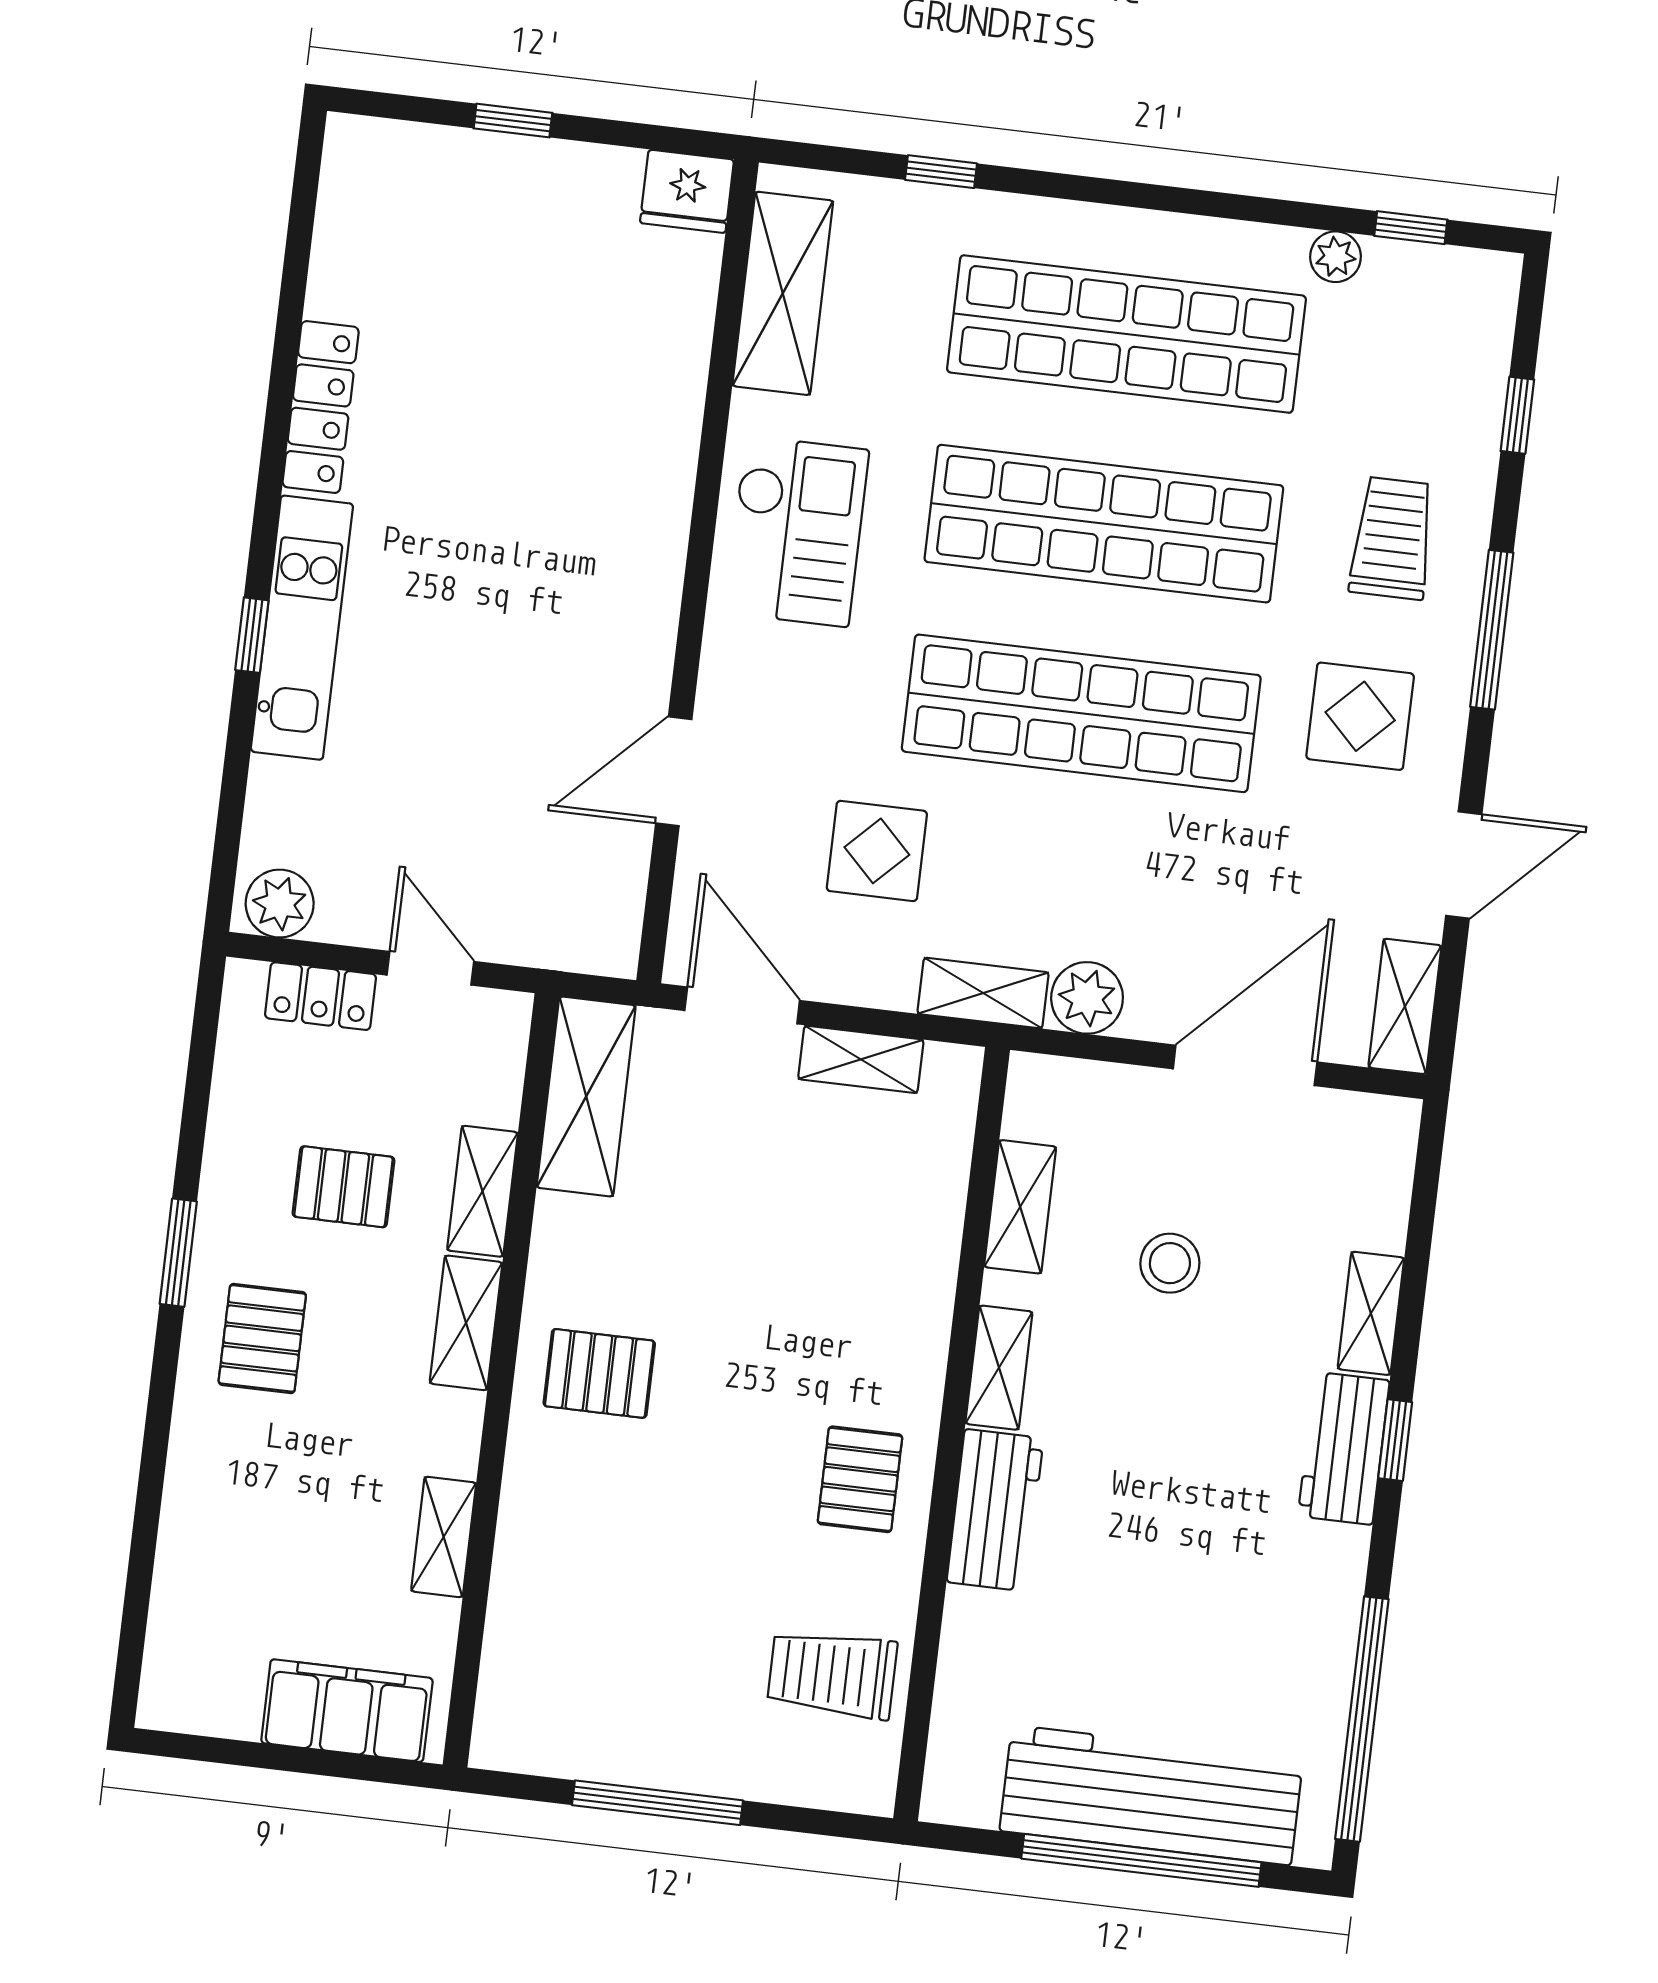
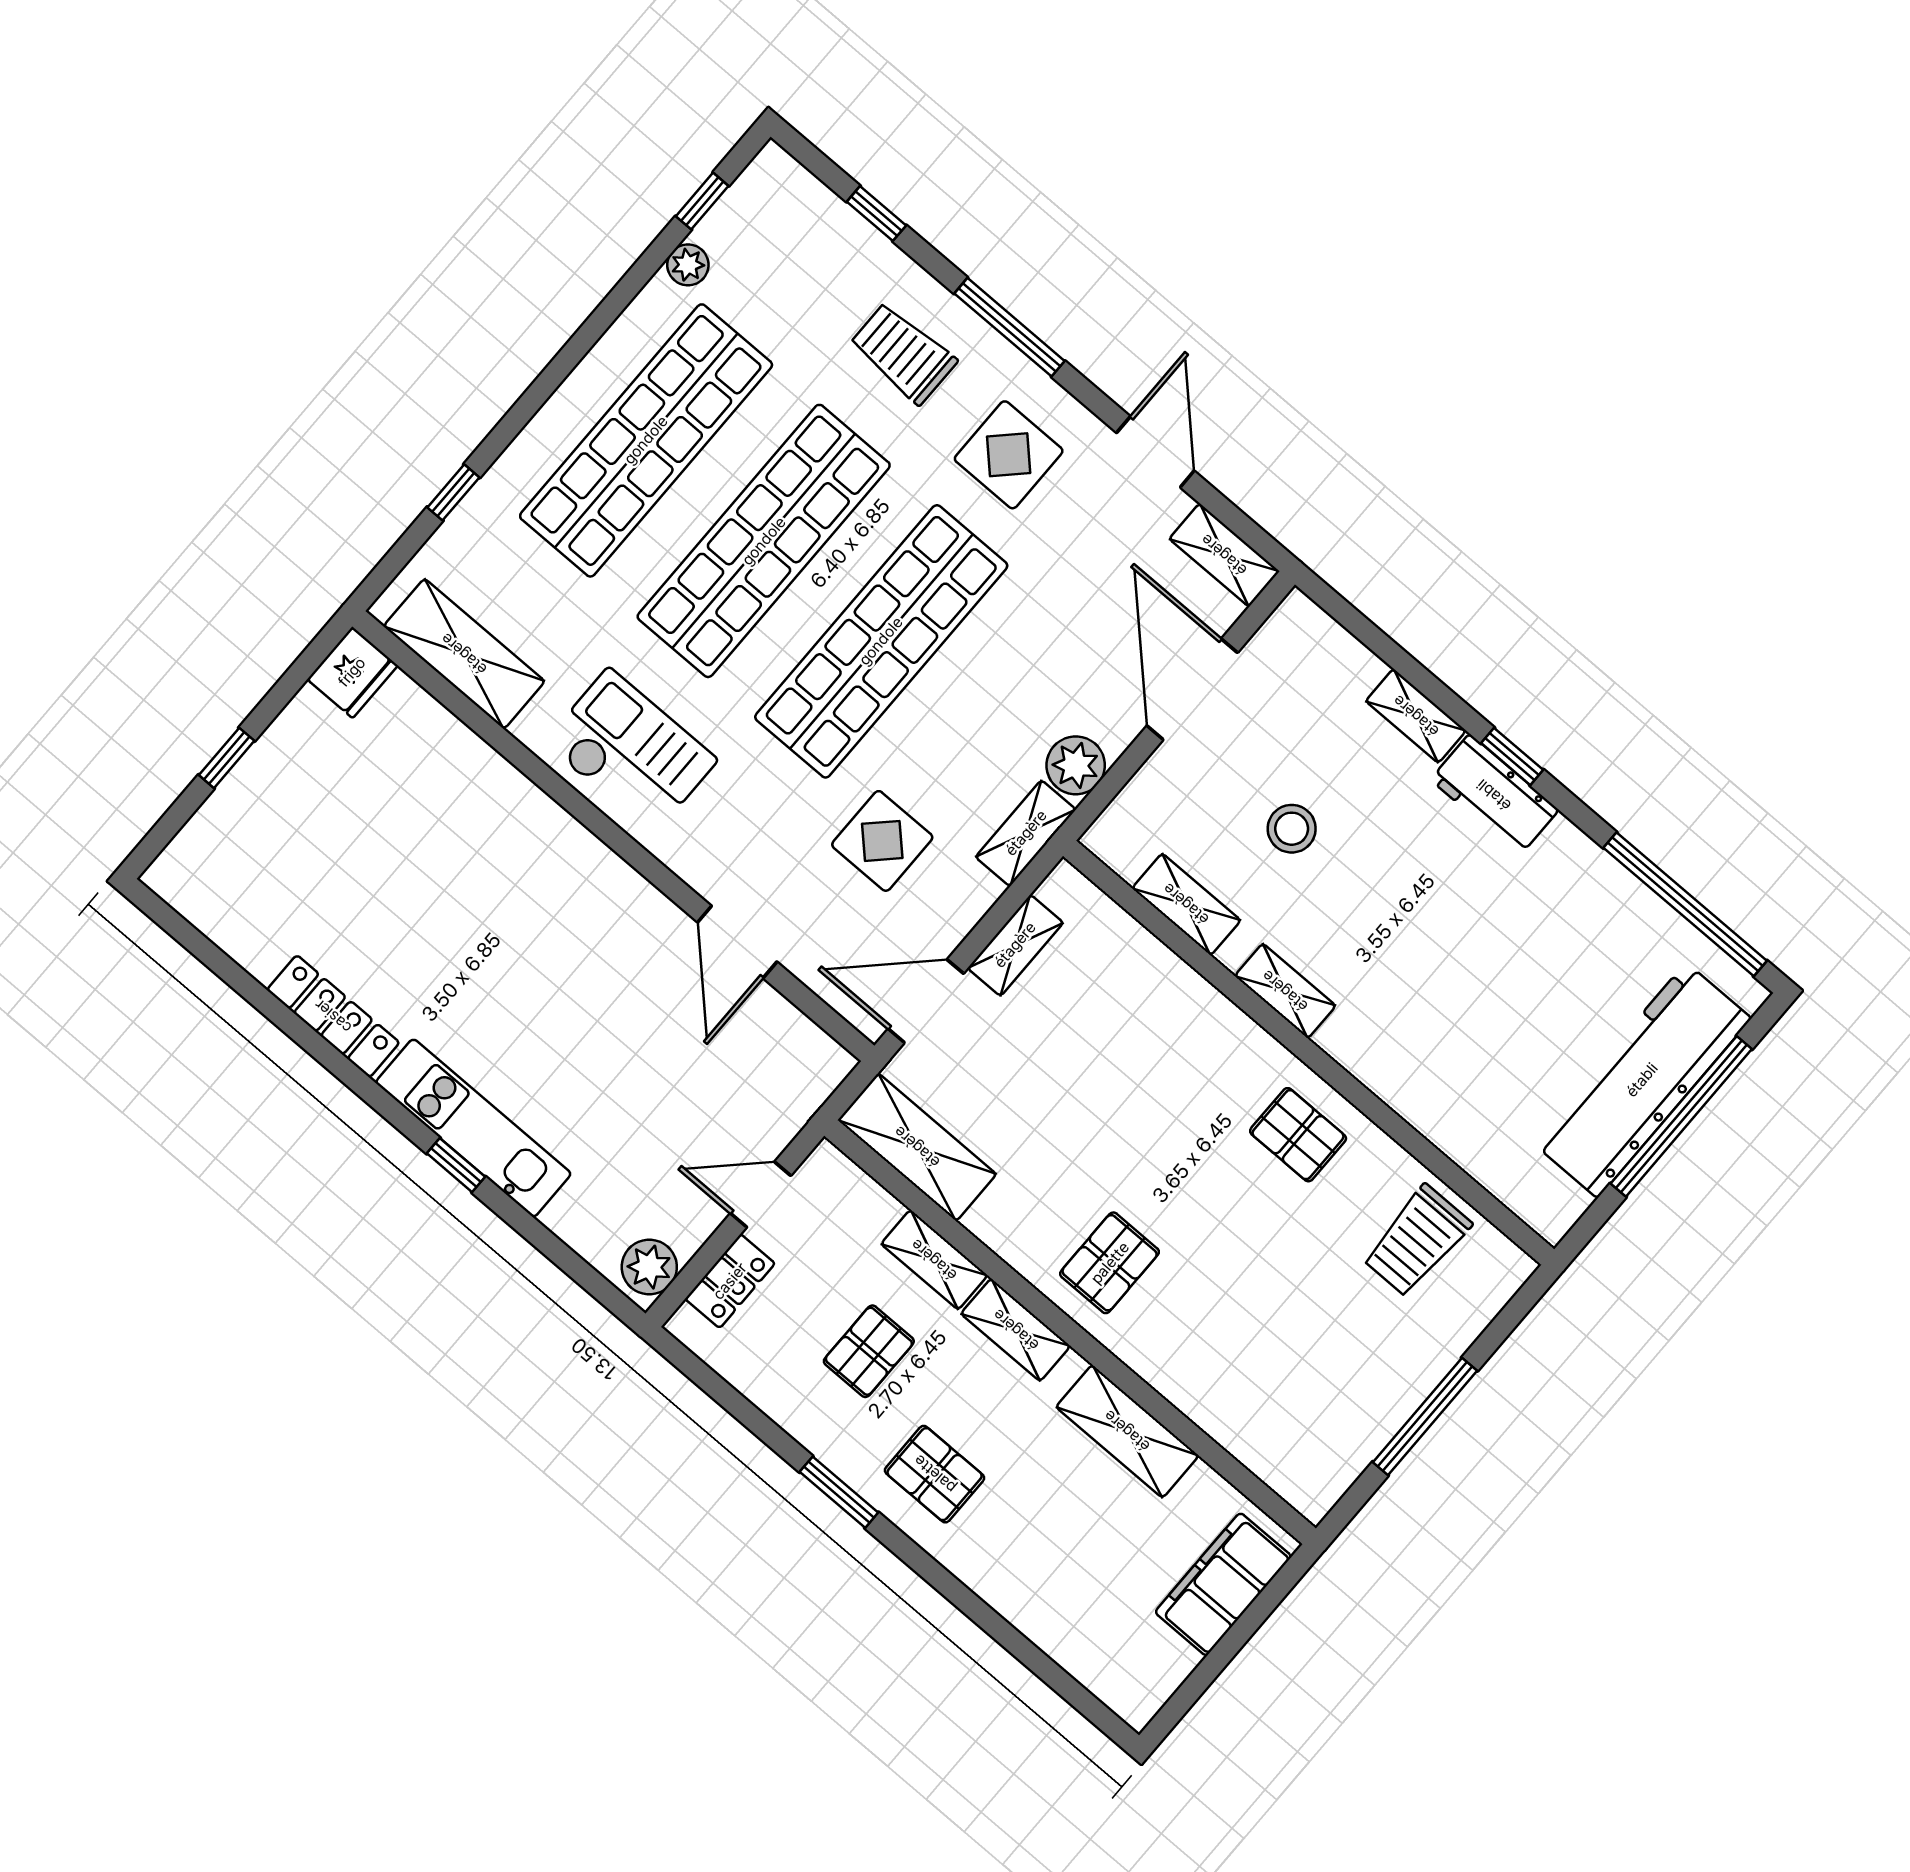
workbench: (995, 1510) -> (1380, 1057), removed
shelving: (444, 1537) -> (1127, 1431), width x1.50, depth x1.33

